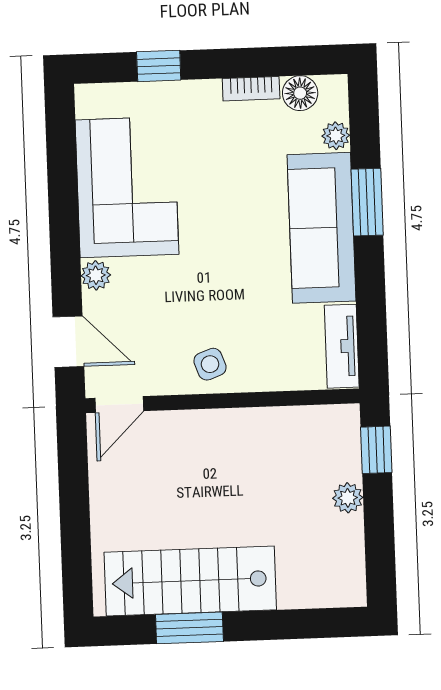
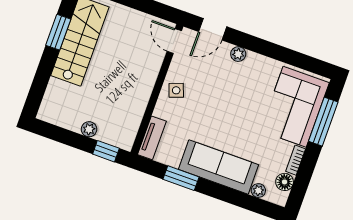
window: (159, 66) -> (323, 122), width x2.17
corner sofa: (127, 187) -> (295, 107), moved, turned 90
window: (367, 202) -> (181, 178), moved
tv unit: (342, 346) -> (152, 138), moved, turned 90

